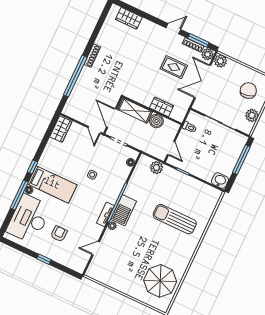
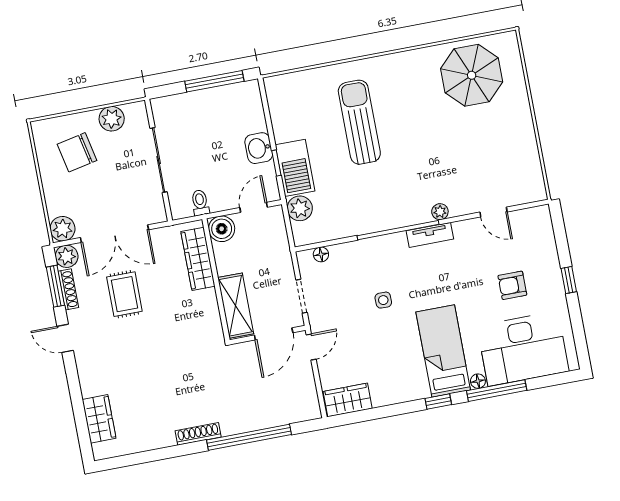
wardrobe: (162, 107) -> (198, 259), width x1.50
boiler: (156, 121) -> (222, 229), moved
window: (241, 160) -> (214, 81), moved
washbasin: (220, 181) -> (259, 148), moved
barbecue: (124, 210) -> (295, 168), moved, turned 90
sun lounger: (175, 219) -> (359, 122), turned 180

